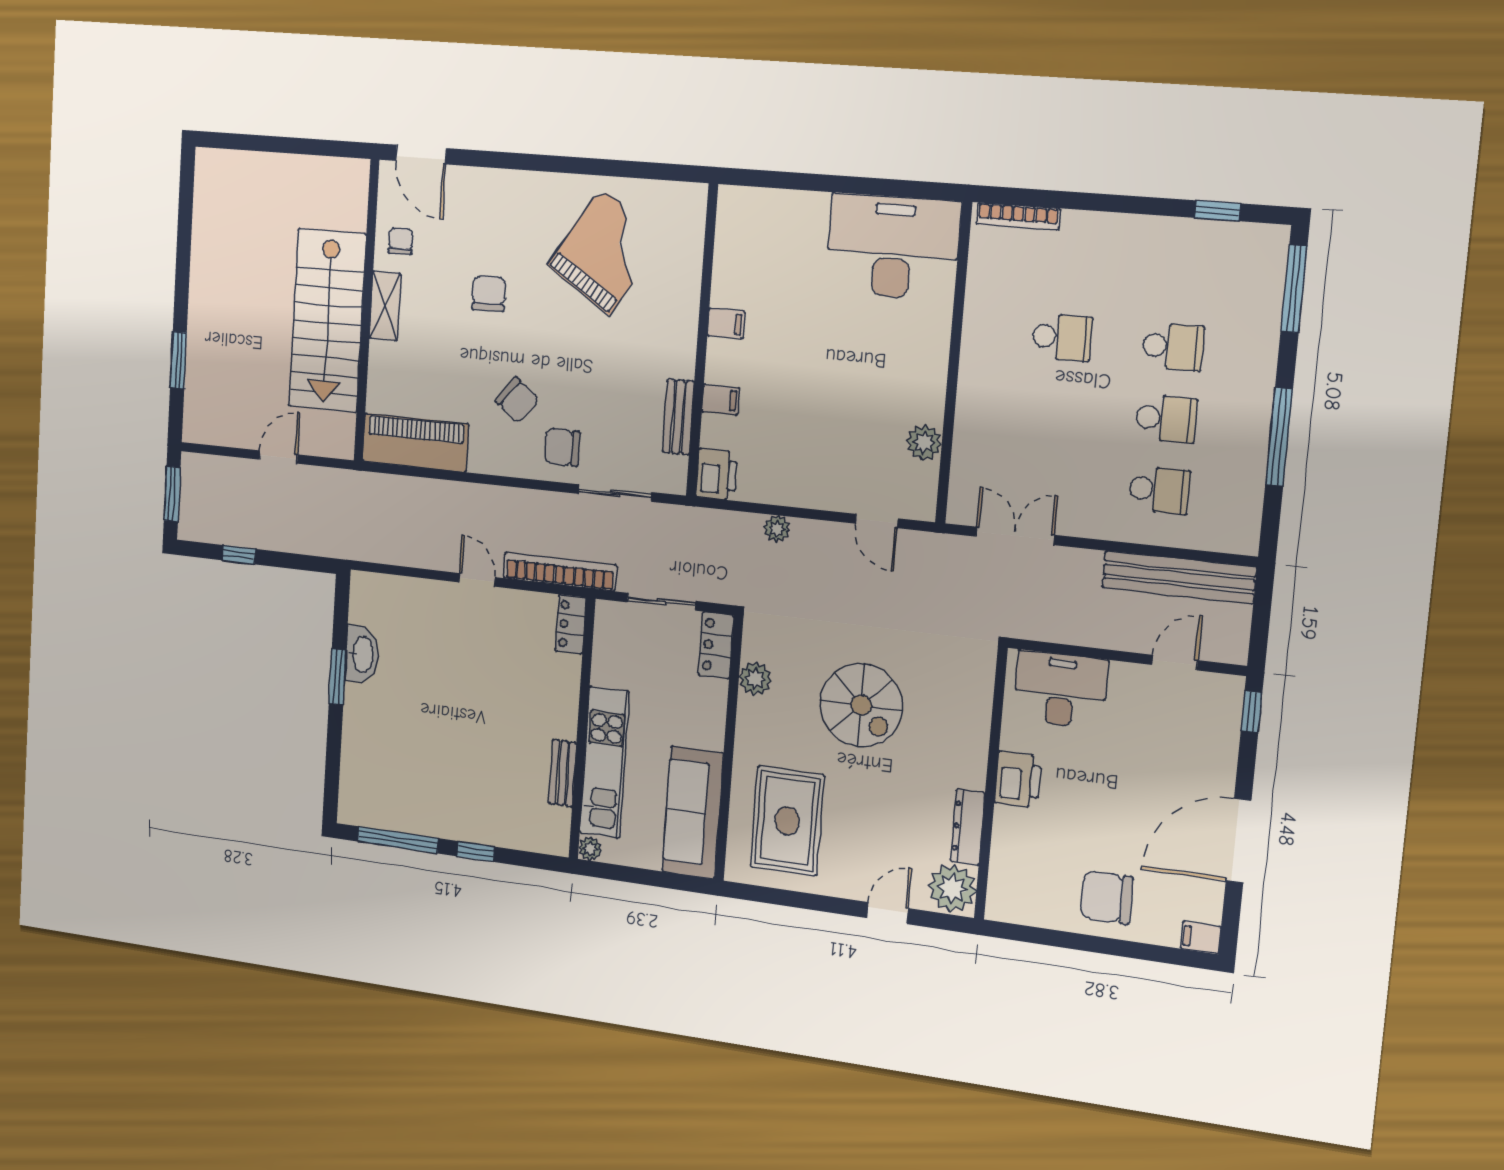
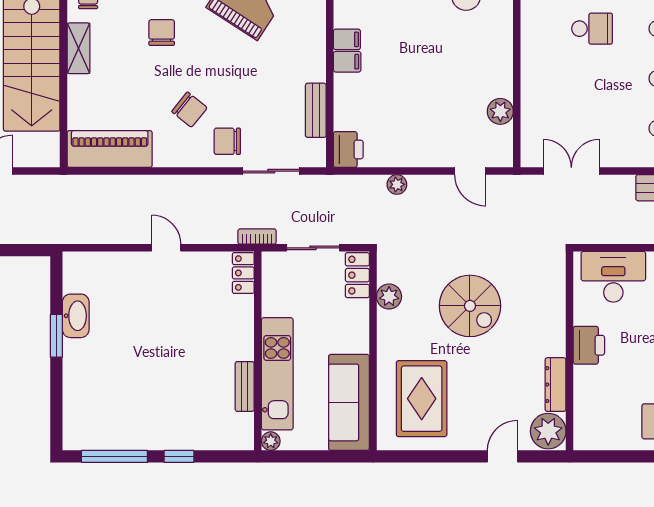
filing cabinet: (721, 400) -> (347, 62), moved
bookcase: (560, 571) -> (257, 237), width x0.43, depth x0.76

